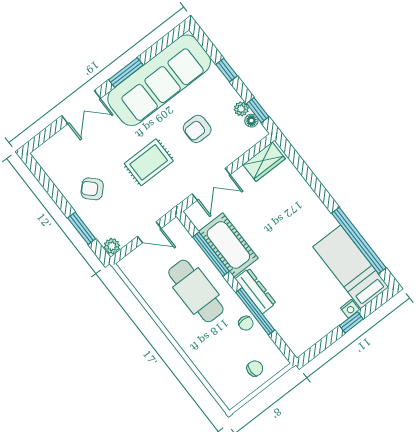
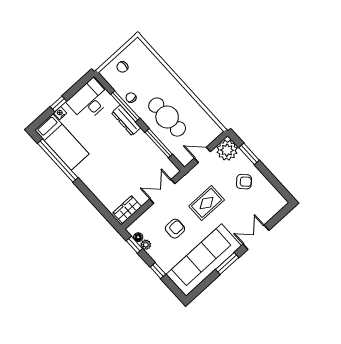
cot: (228, 245) -> (147, 150), removed
plant: (112, 246) -> (227, 150), width x1.88, depth x1.88
desk: (307, 324) -> (89, 101), added

